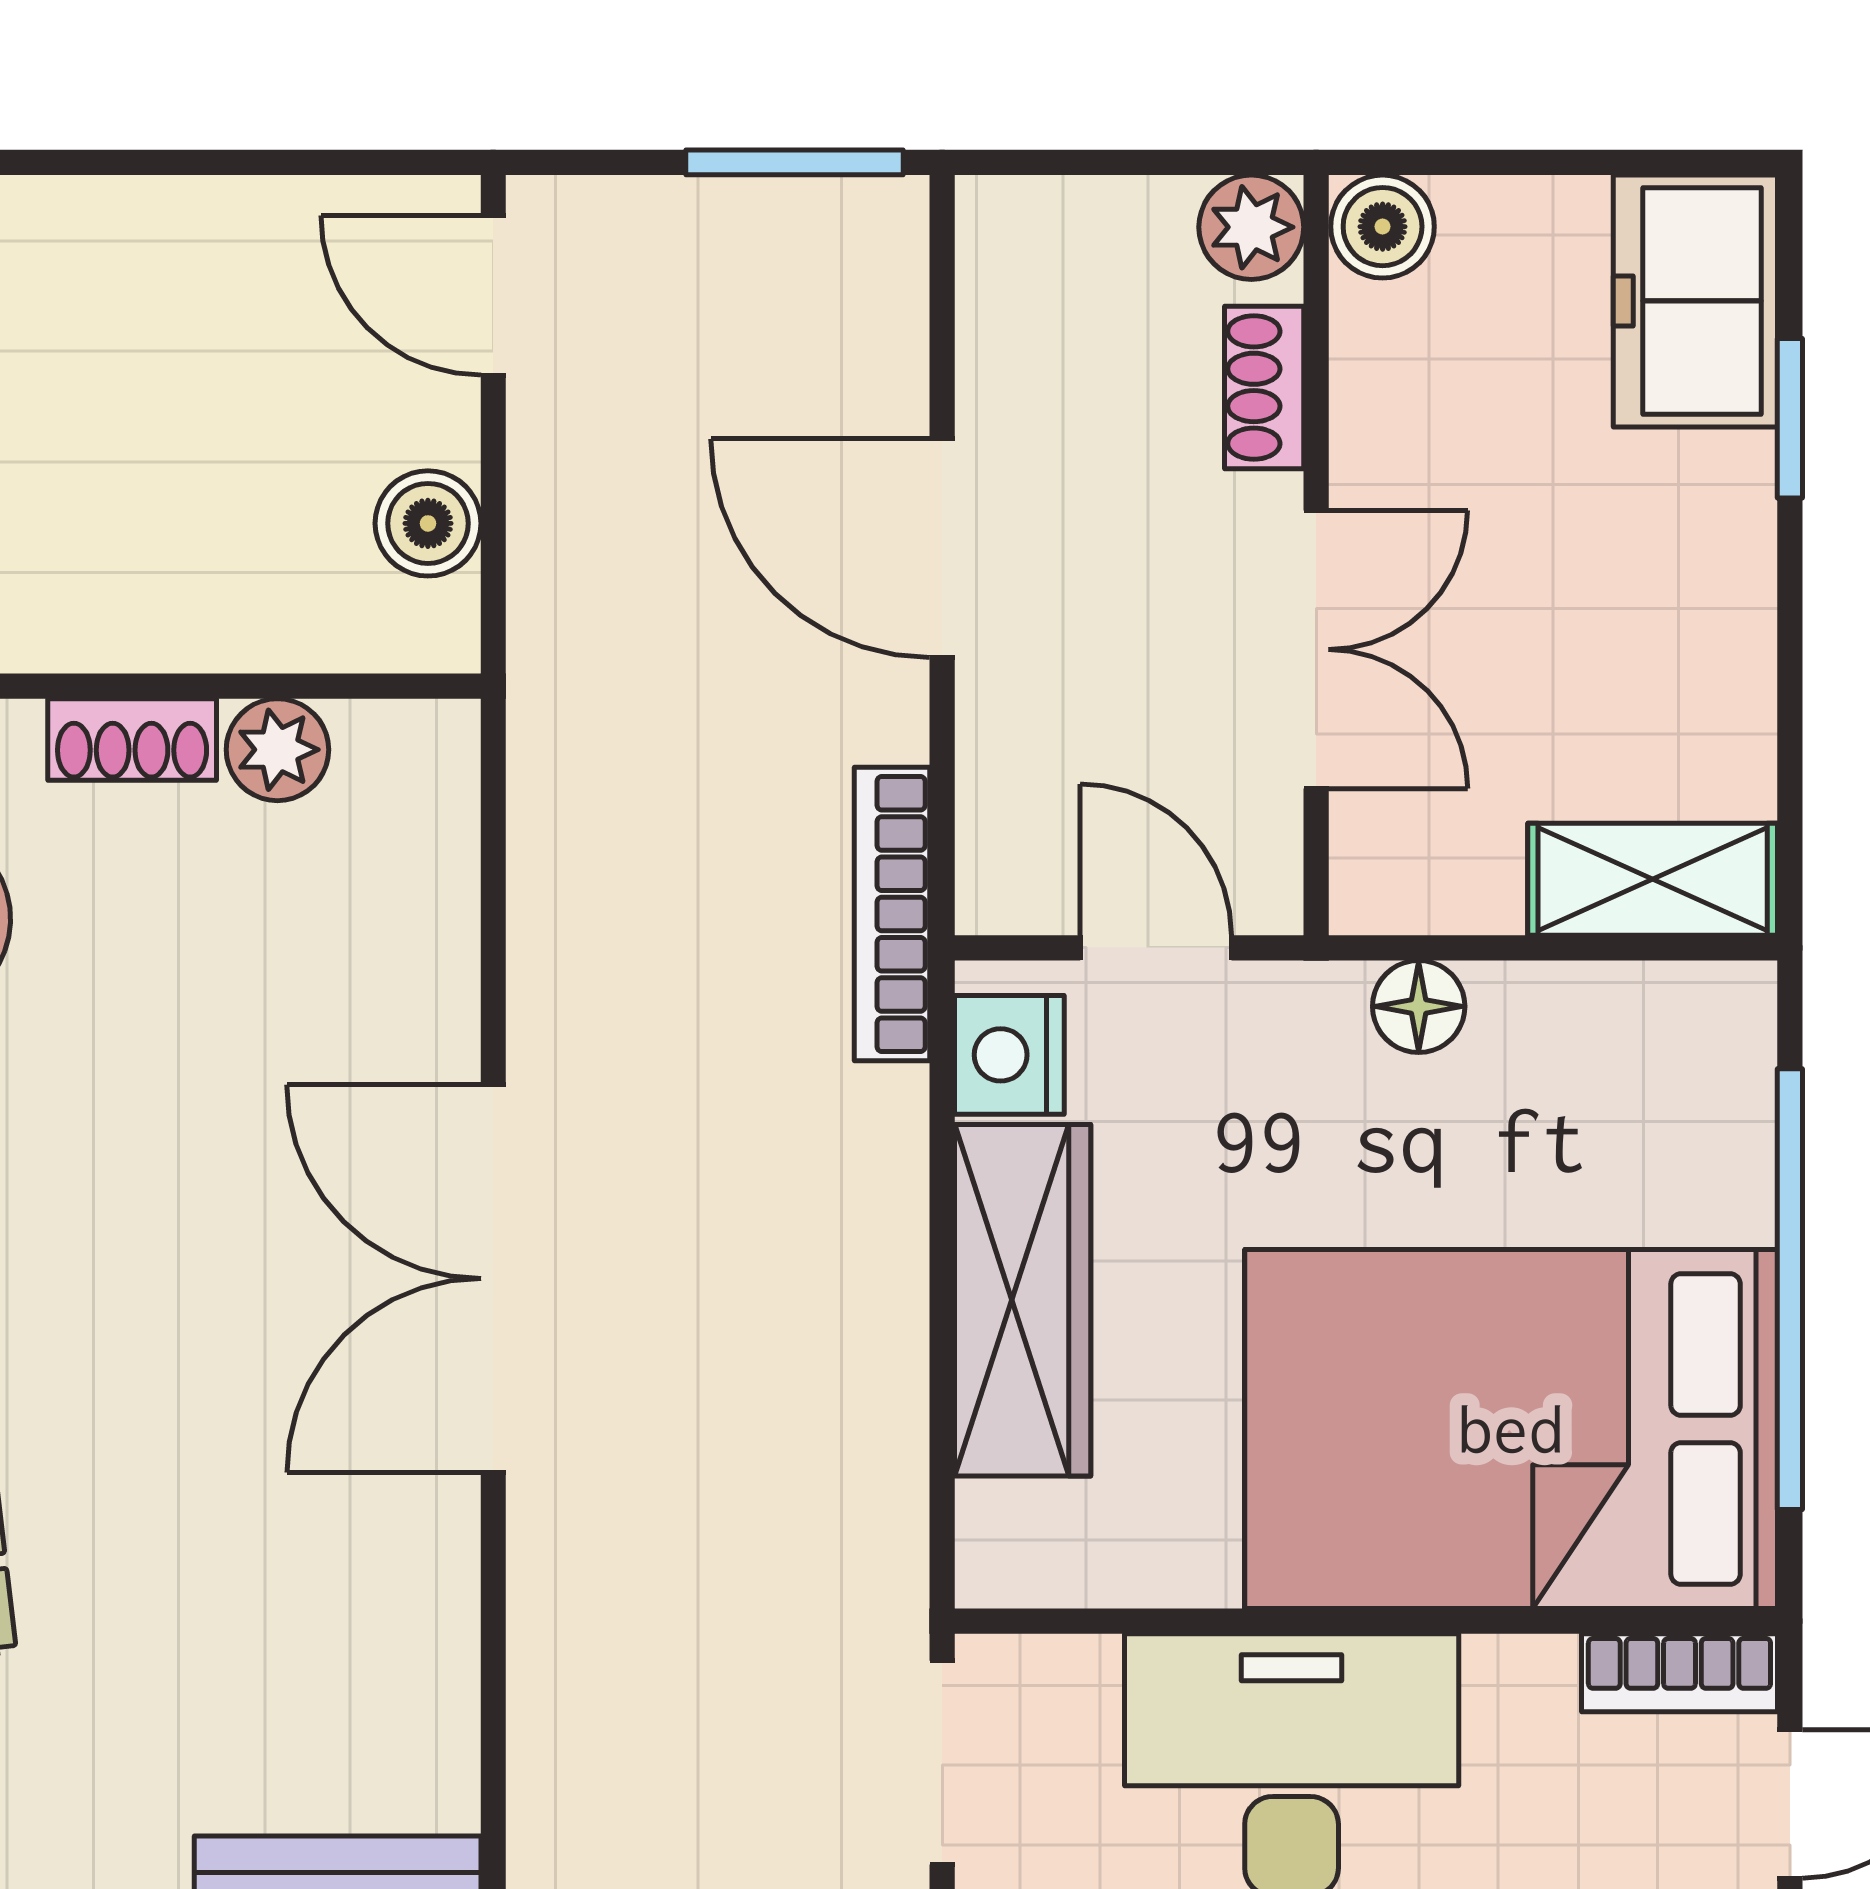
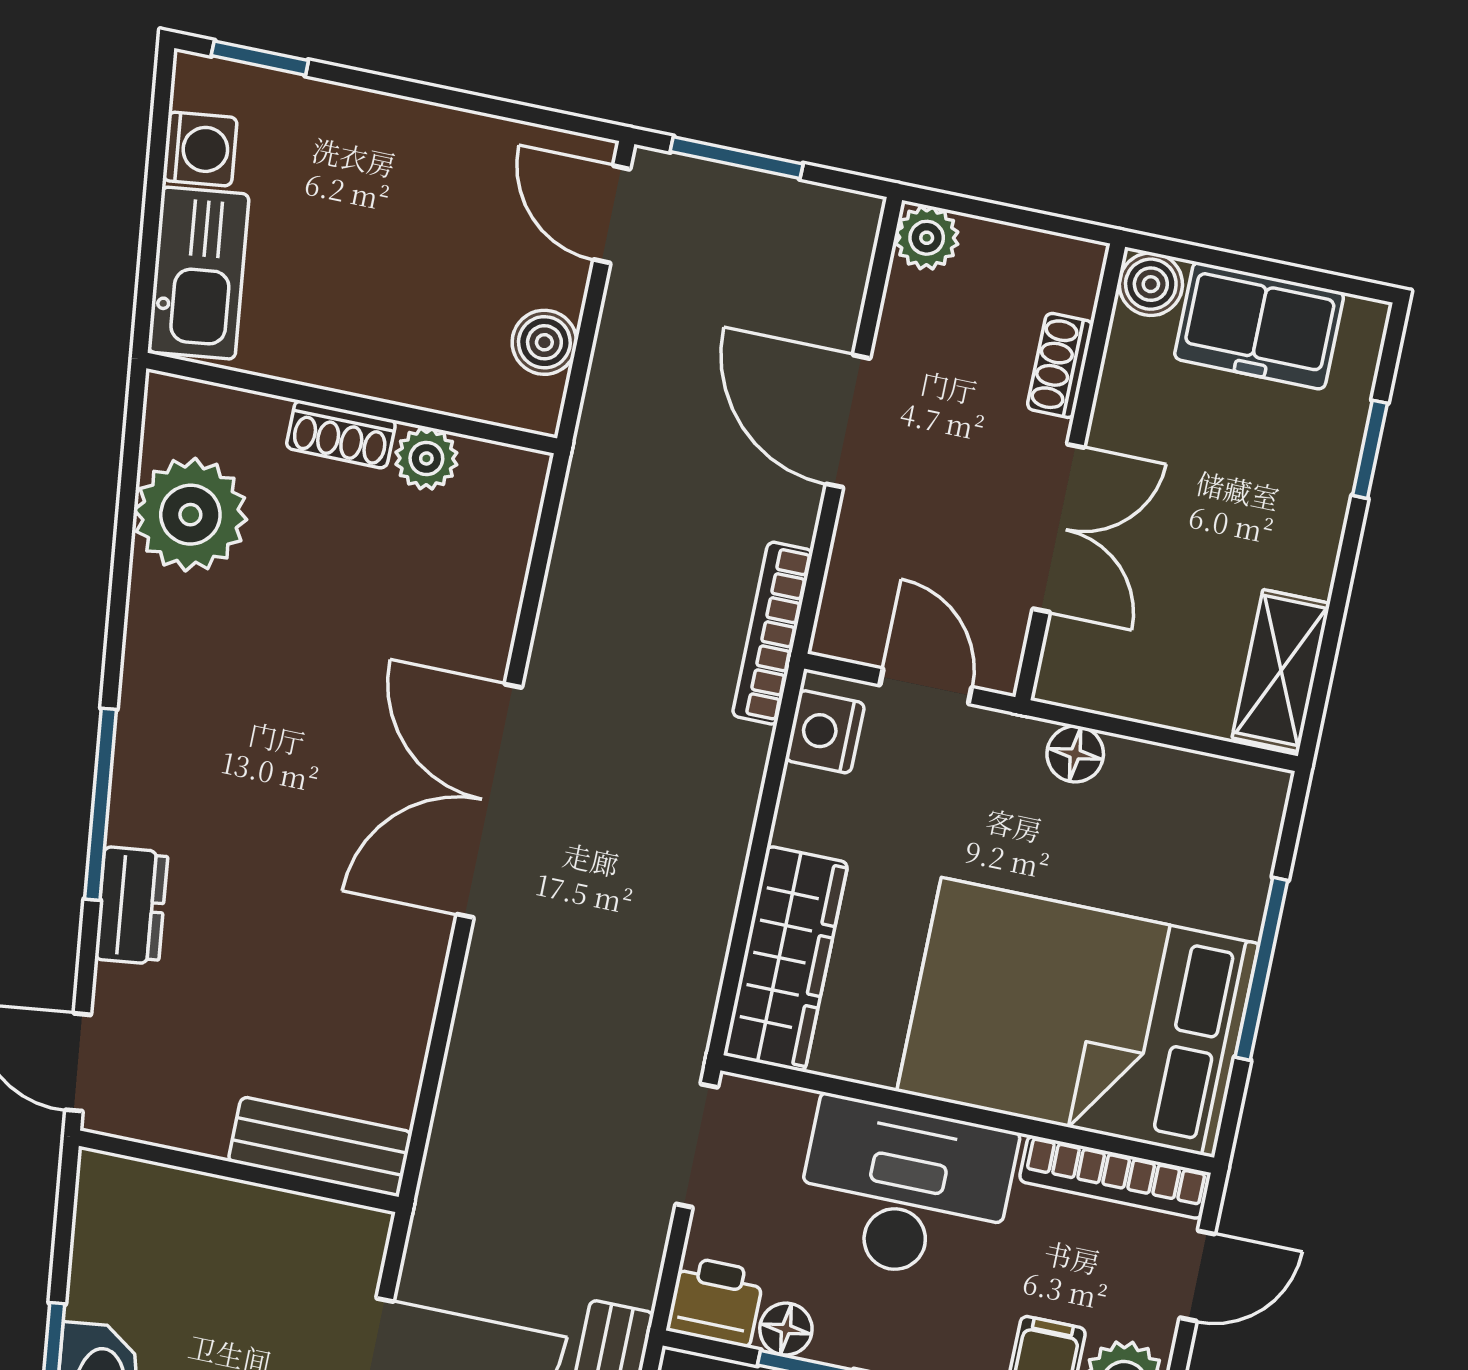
window: (794, 162) -> (737, 158), moved
plant: (1251, 227) -> (927, 238), moved
freezer: (1695, 301) -> (1259, 326), moved, turned -90
shelving: (1653, 879) -> (1281, 671), moved, turned 90
window: (1790, 1289) -> (1261, 969), width x0.68
wardrobe: (1023, 1300) -> (786, 959), moved
bookcase: (1679, 1673) -> (1115, 1177), width x1.56

